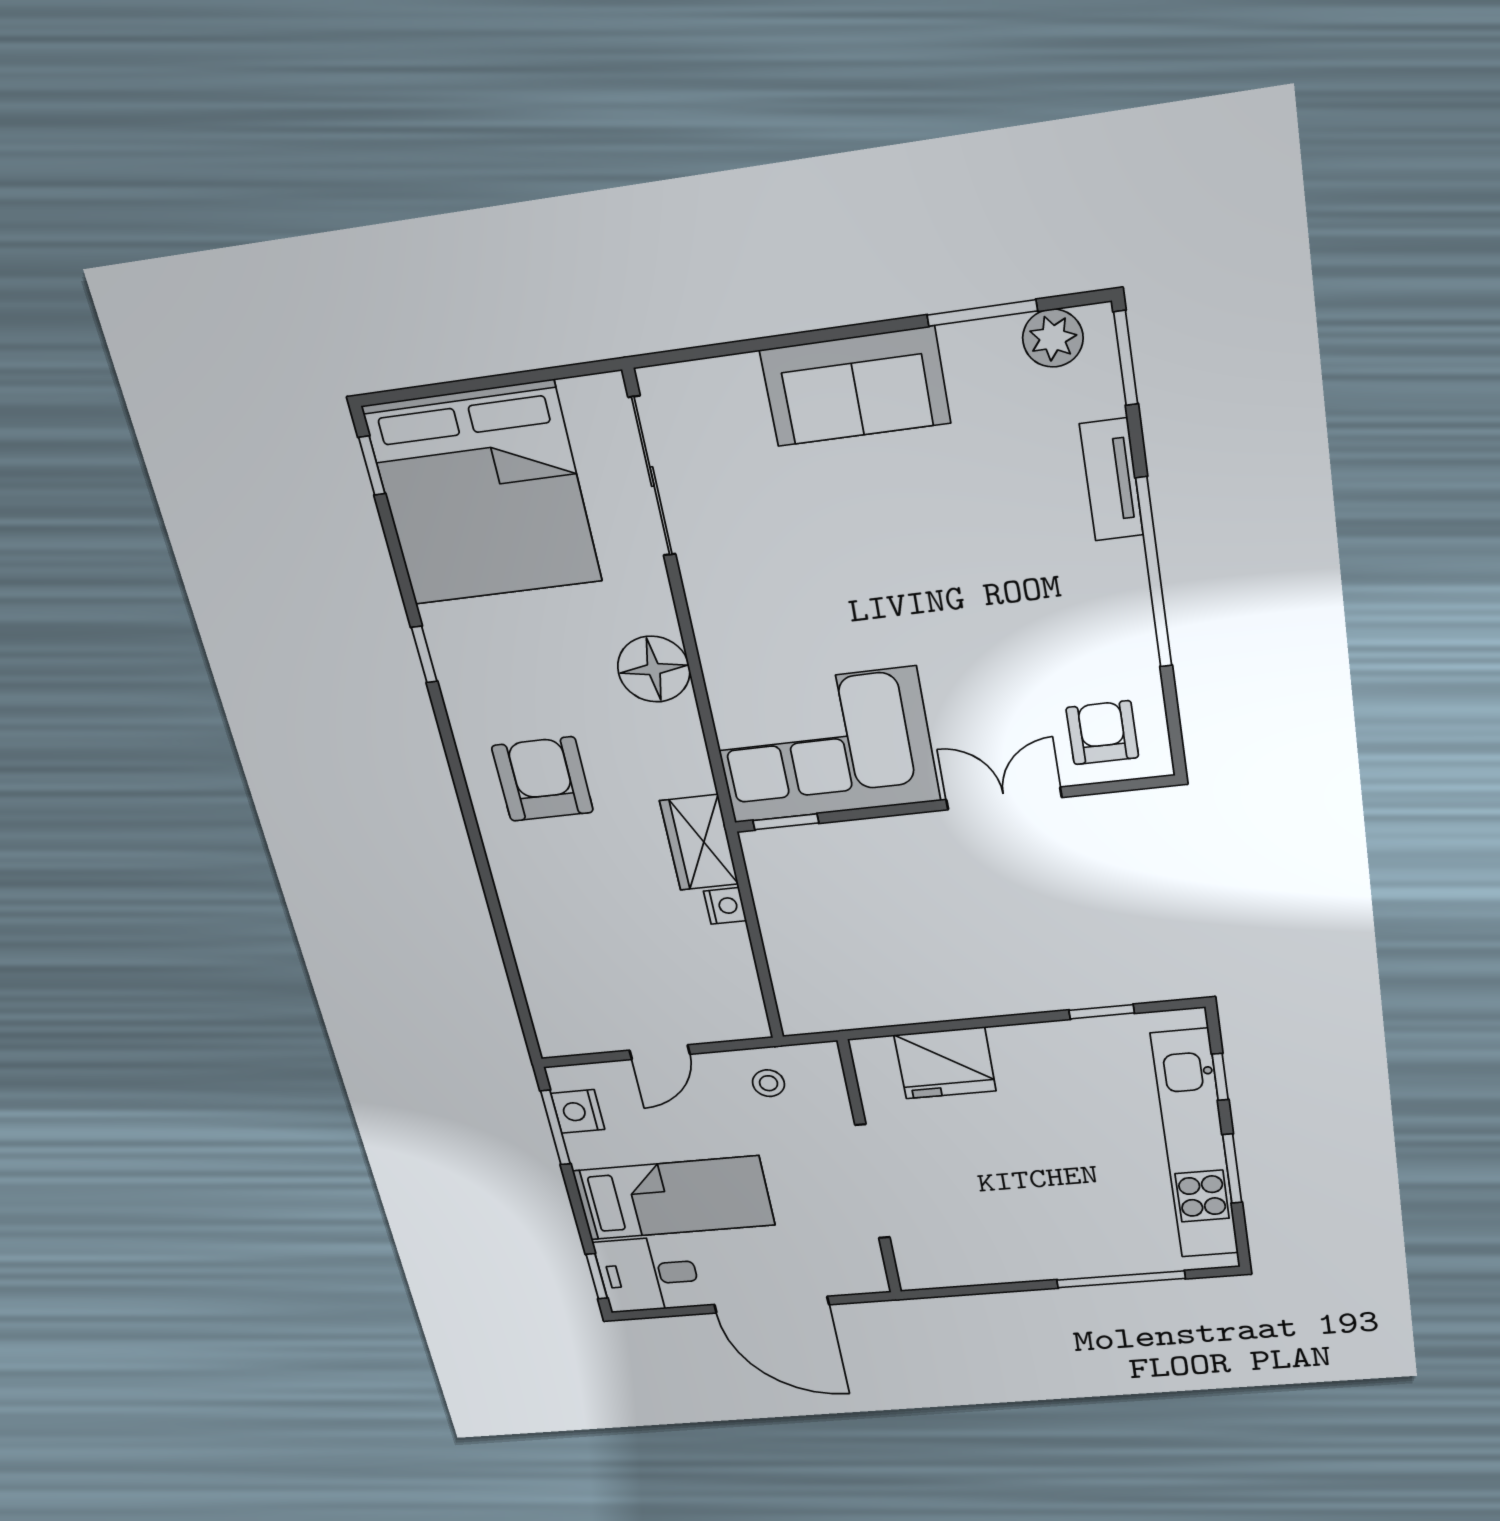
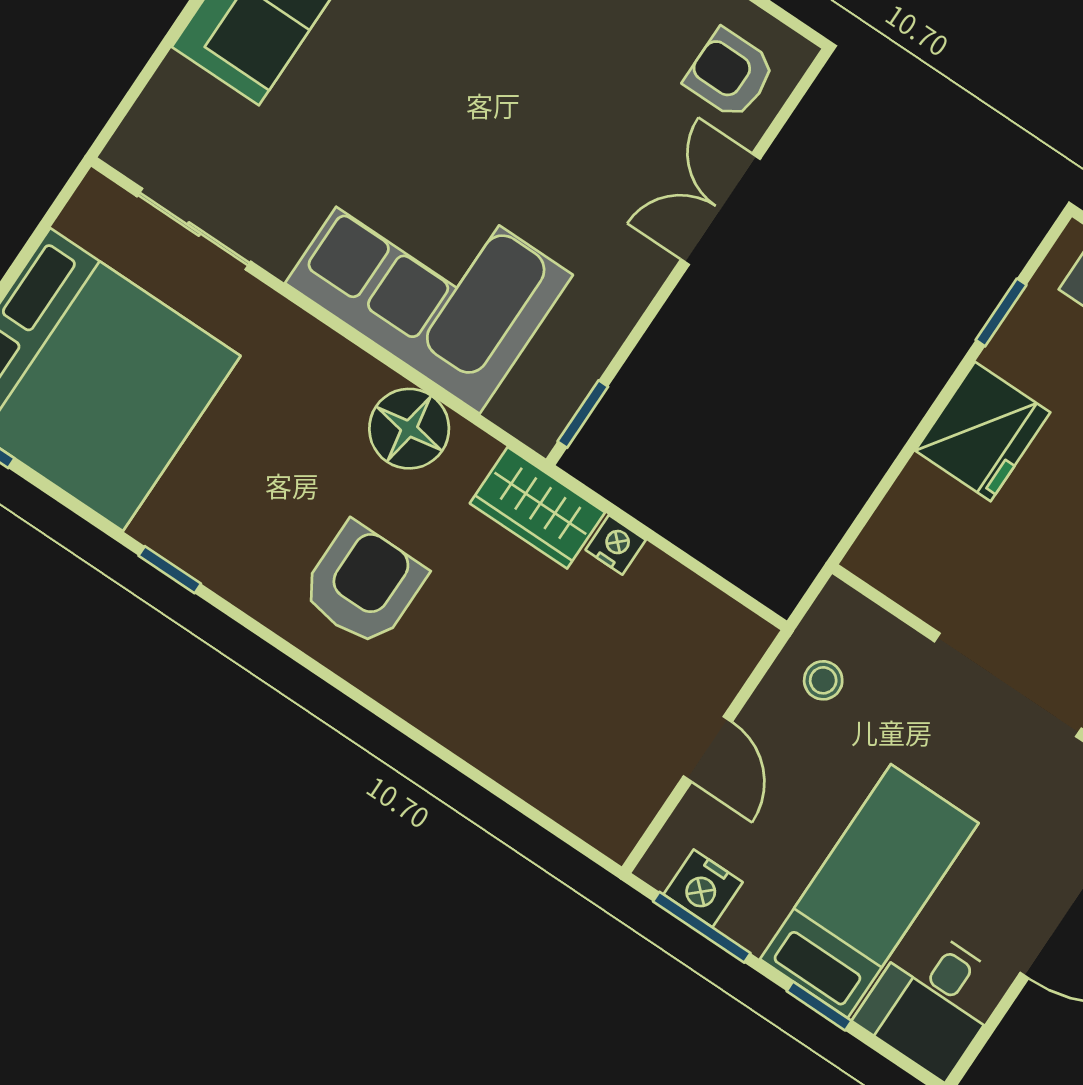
sliding door: (652, 477) -> (194, 229), width x0.73
floor lamp: (654, 669) -> (409, 429), moved
corner sofa: (824, 746) -> (429, 279), moved, turned 90
armchair: (543, 779) -> (363, 584), turned 90
fridge: (945, 1063) -> (983, 431), moved
window: (597, 1276) -> (819, 1006), moved

